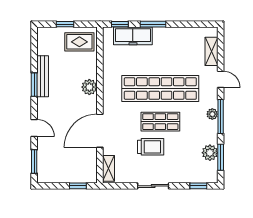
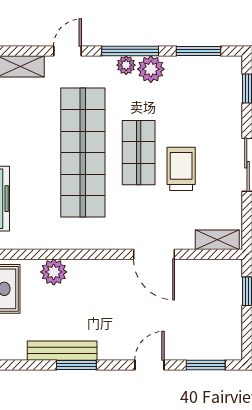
plant: (89, 87) -> (54, 272), moved
door: (100, 131) -> (154, 254), width x0.73
plant: (210, 153) -> (151, 69), moved

